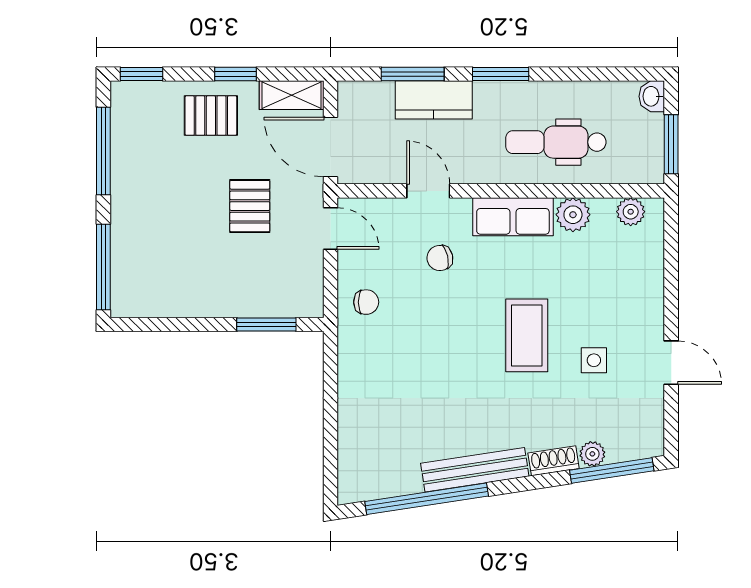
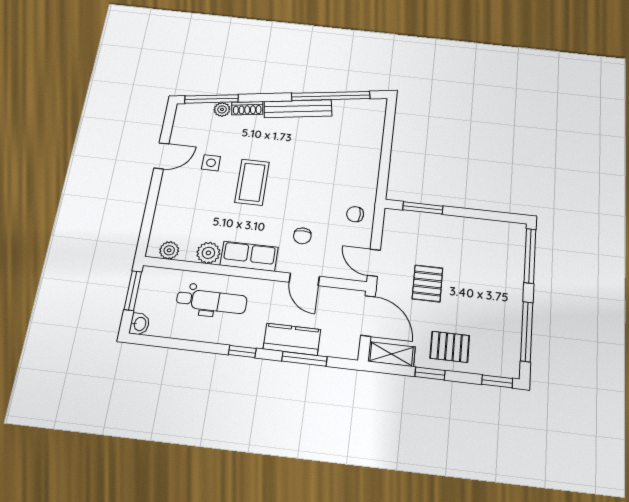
window: (501, 74) -> (242, 351), width x0.67
chair: (440, 258) -> (302, 236), turned 103
door: (671, 363) -> (161, 156), swing flipped

